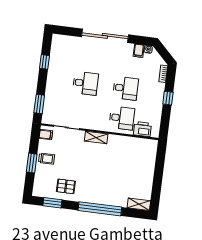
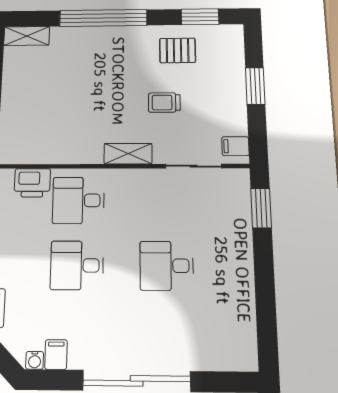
window: (44, 62) -> (266, 303), removed
trolley: (46, 159) -> (164, 103), moved

